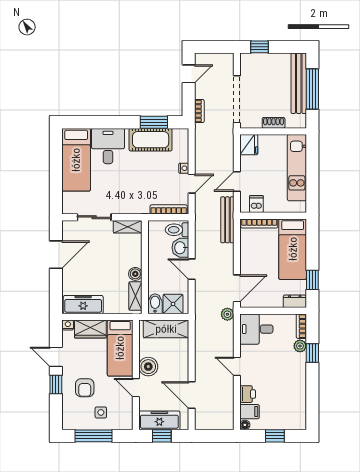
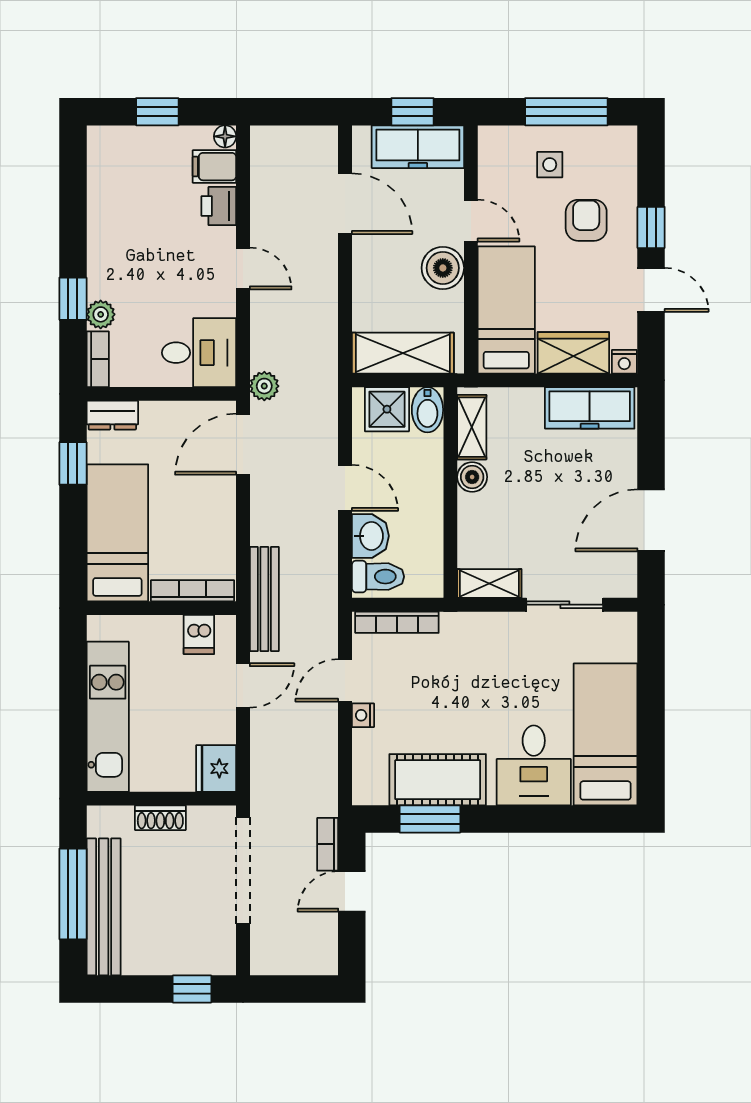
door: (189, 74) -> (352, 891), moved

